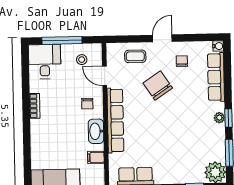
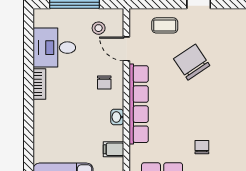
chair: (182, 61) -> (202, 147), moved
desk: (45, 62) -> (54, 48), moved, turned -90
washbasin: (96, 131) -> (117, 117), width x0.52, depth x0.69

